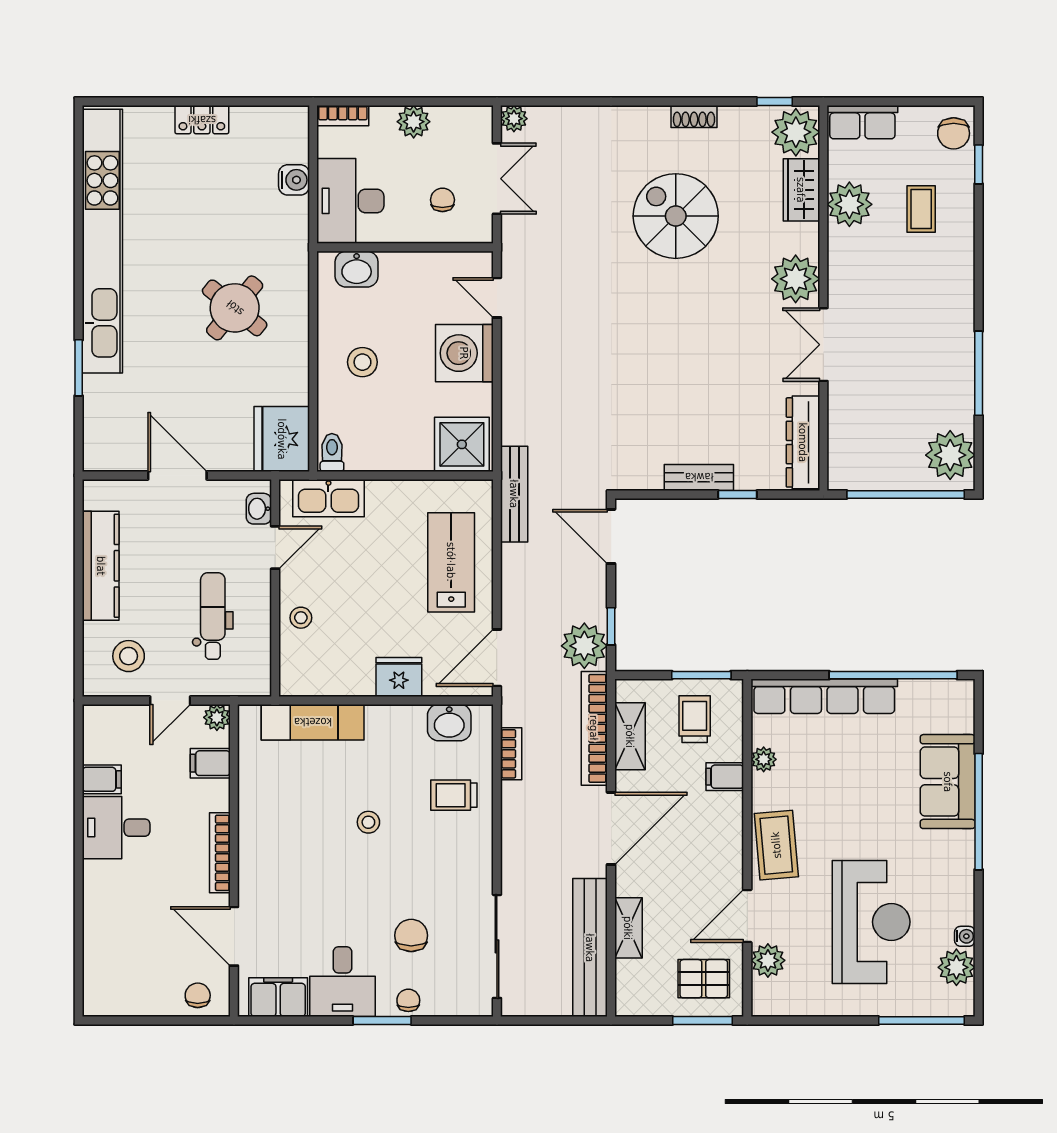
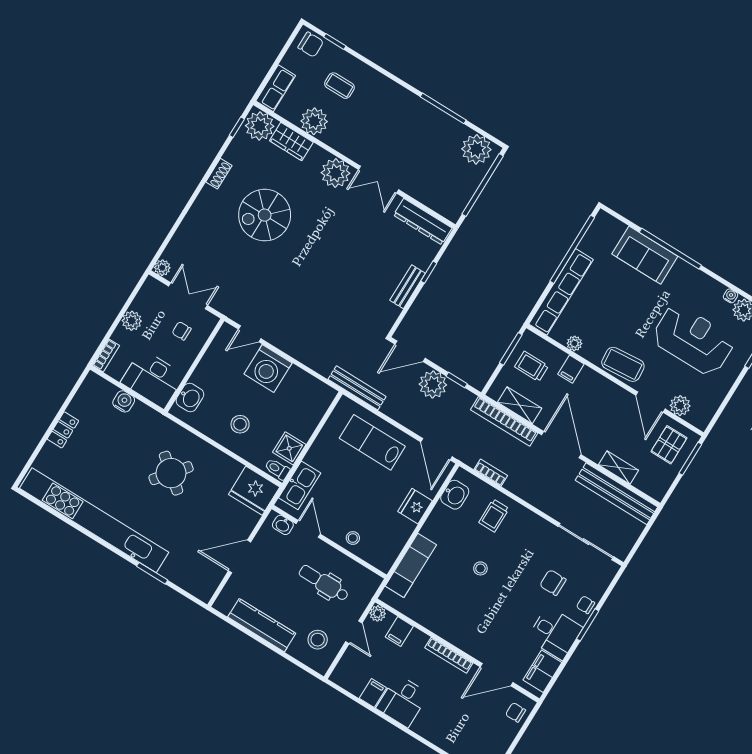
shower: (462, 444) -> (289, 448), moved, width x0.73, depth x0.73
plant: (584, 646) -> (433, 385), moved

